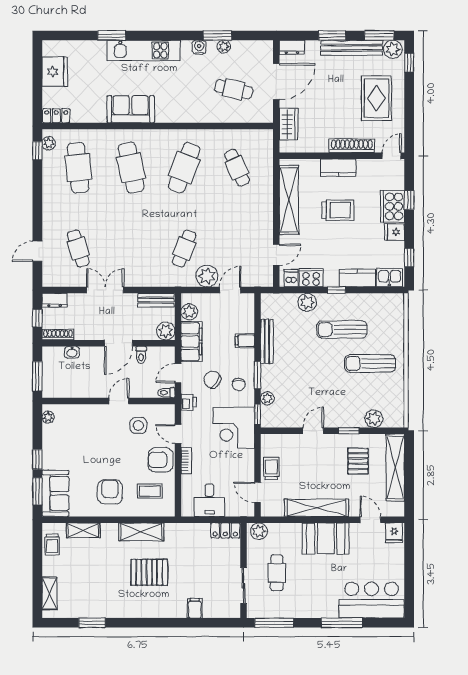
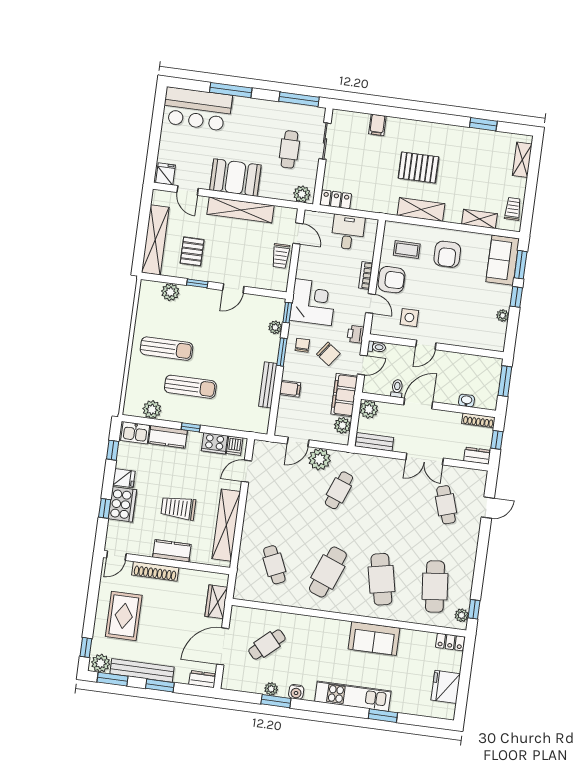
cafe table: (234, 89) -> (267, 644), turned -55
plant: (307, 302) -> (152, 410), moved
plant: (48, 417) -> (503, 316), moved

